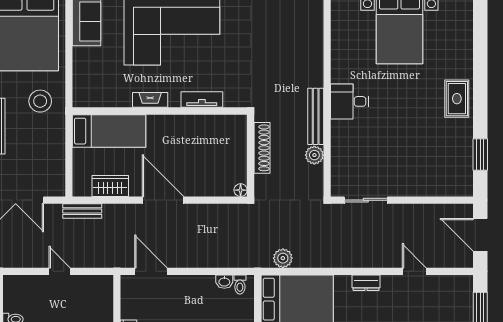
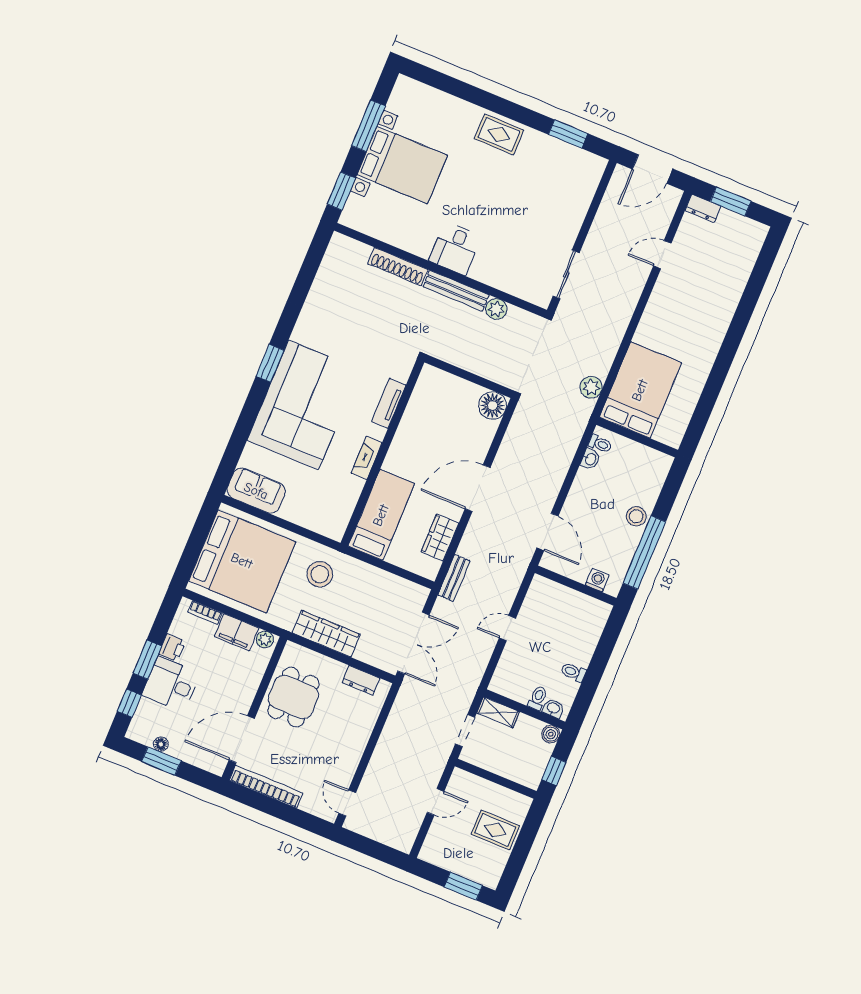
shoe rack: (262, 148) -> (398, 267), moved, turned 180
floor lamp: (241, 190) -> (492, 406), width x1.89, depth x1.89
door: (151, 271) -> (547, 532), swing flipped
dresser: (366, 283) -> (703, 208), moved, turned 90

